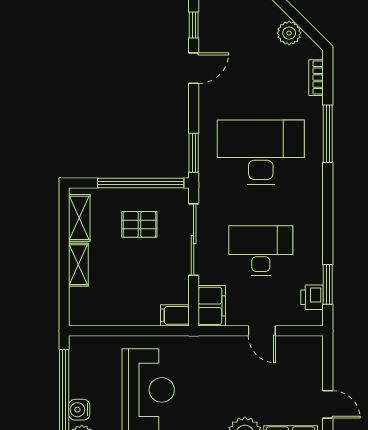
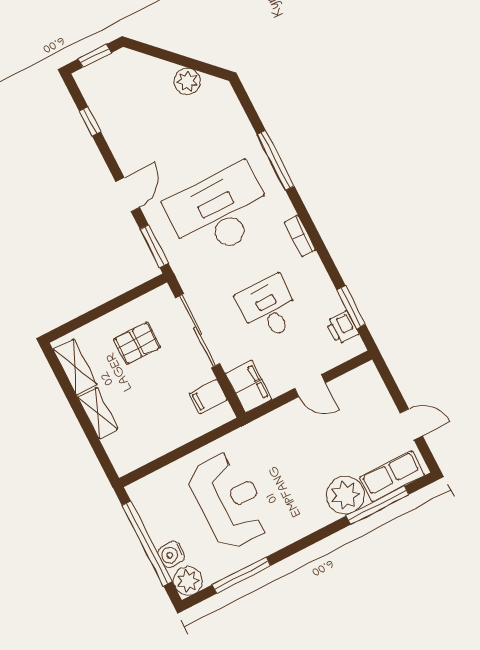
door: (194, 68) -> (128, 195), moved
bookcase: (316, 78) -> (300, 236), moved
window: (141, 183) -> (117, 302), removed
desk: (261, 251) -> (269, 308), width x0.73
filing cabinet: (175, 315) -> (208, 397), moved

